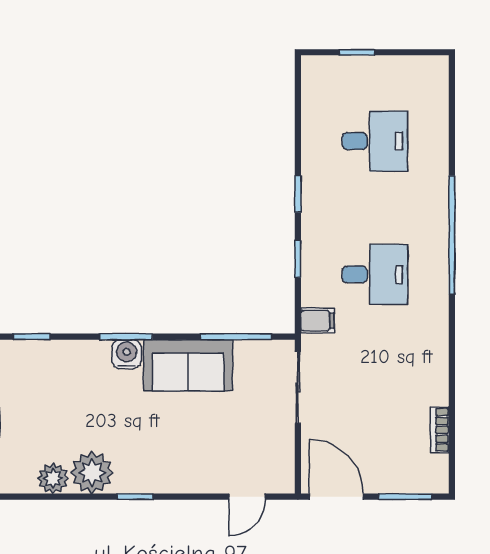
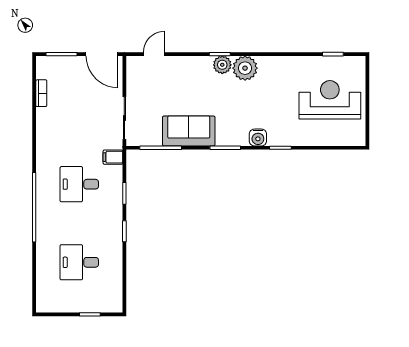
water cooler: (127, 354) -> (258, 137), moved
plant: (53, 478) -> (222, 65), moved

